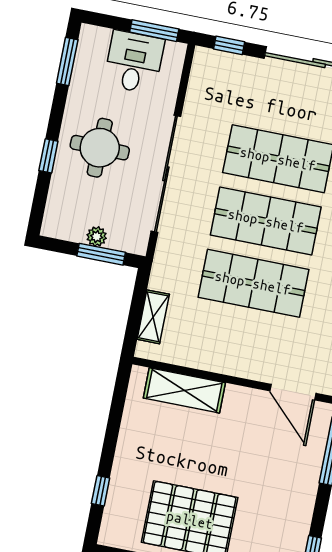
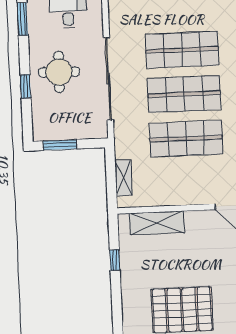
plant: (97, 237) -> (72, 133), removed
window: (101, 254) -> (60, 145), moved
window: (101, 491) -> (115, 260), moved

